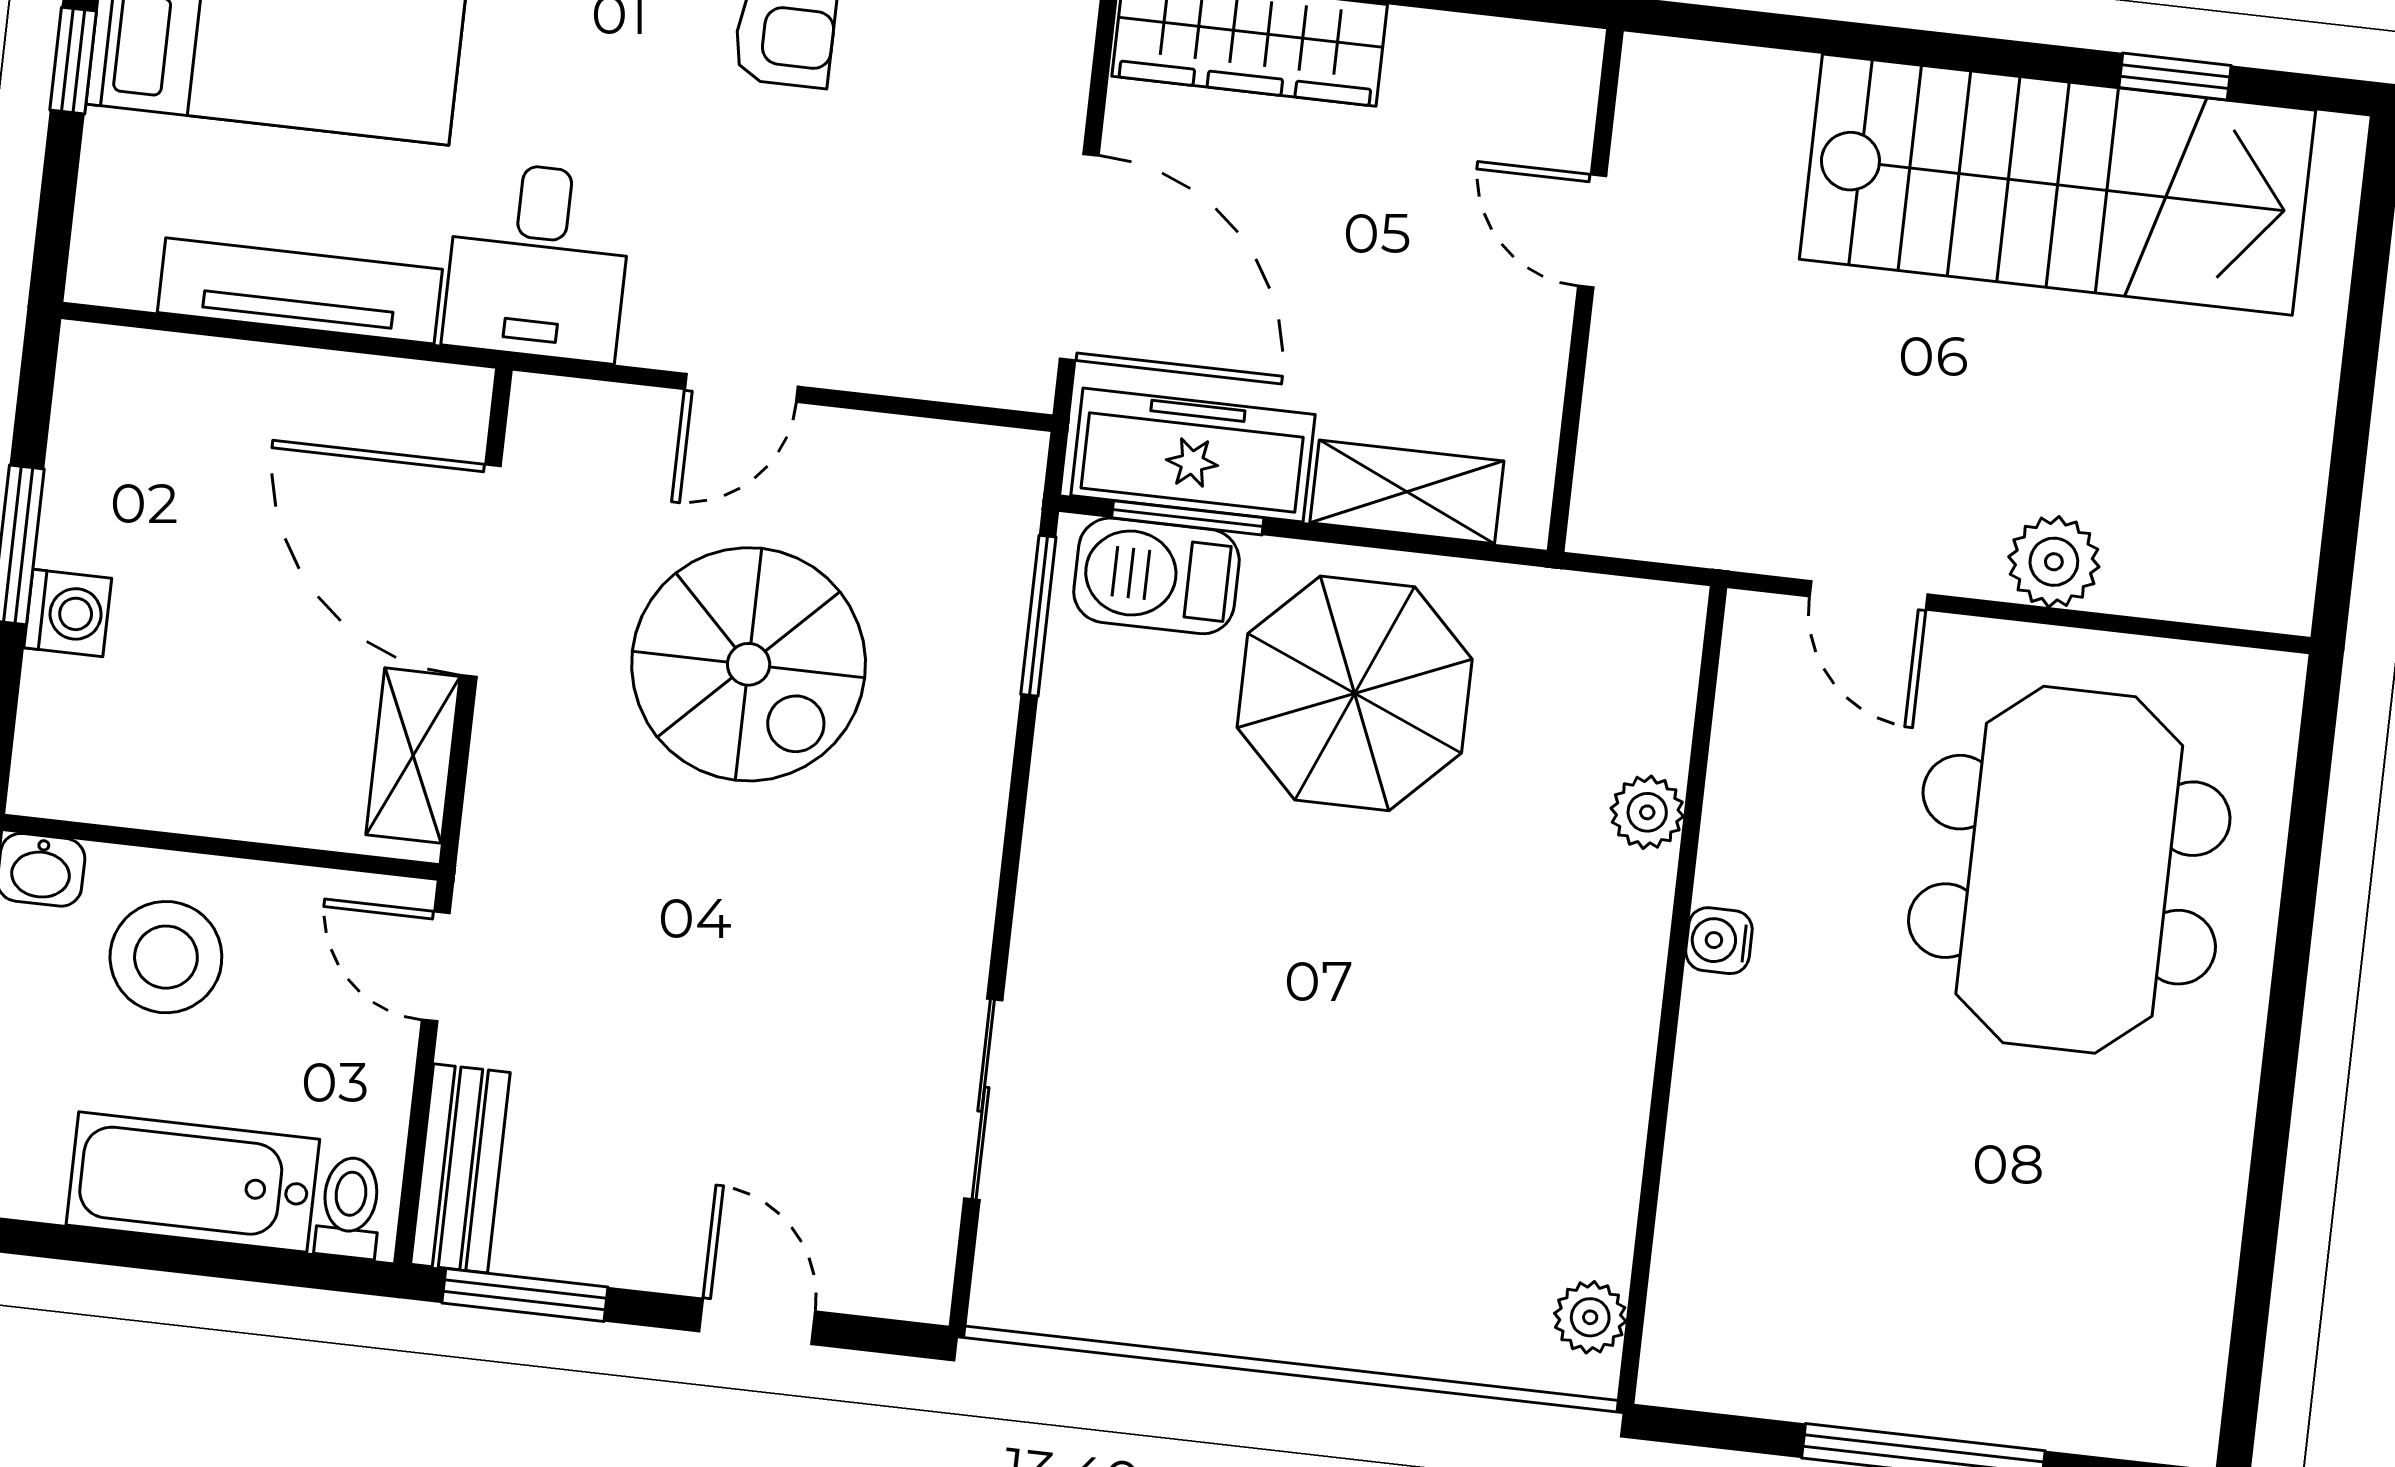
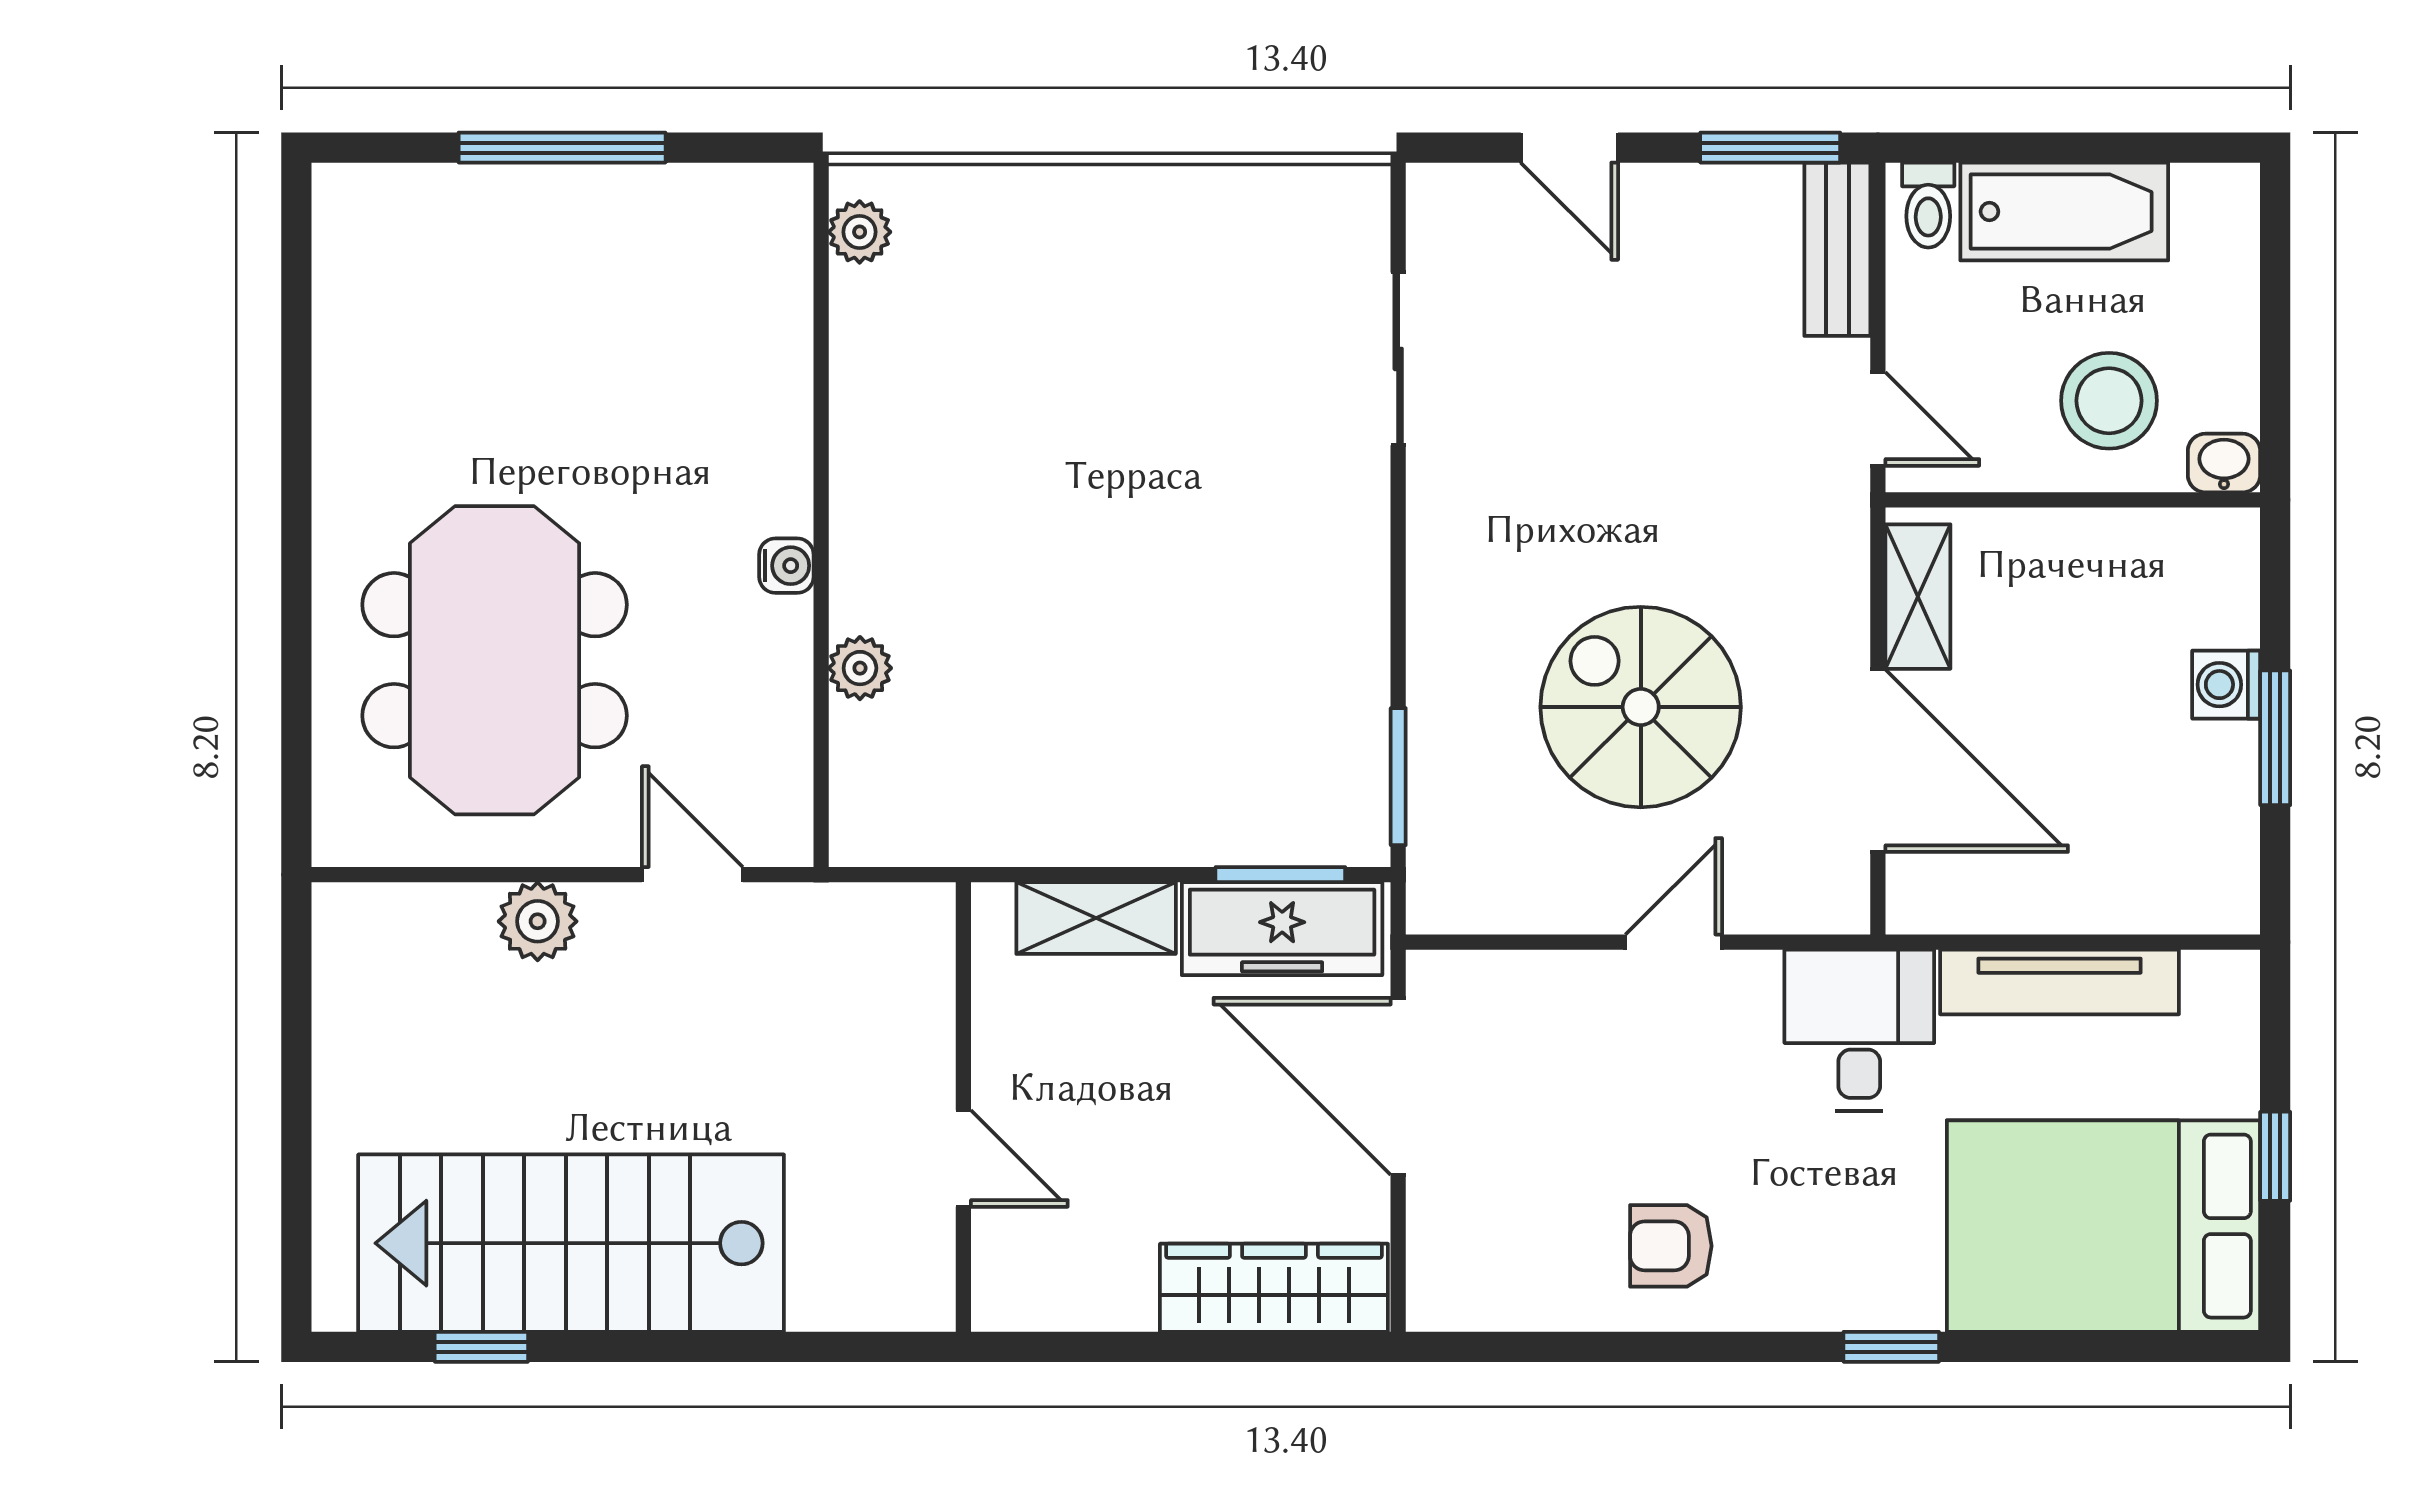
barbecue: (1156, 576) -> (1301, 822), removed
parasol: (1355, 693) -> (1121, 741), removed

